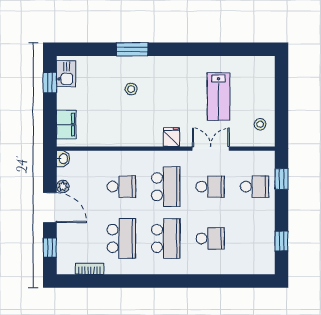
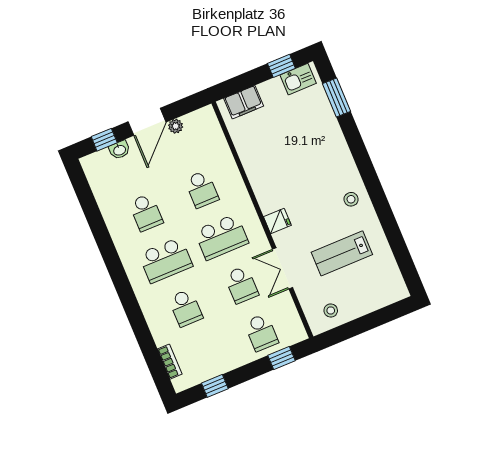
window: (132, 49) -> (337, 97), moved
stool: (131, 89) -> (351, 199), moved
double door: (211, 149) -> (282, 268), swing flipped
washbasin: (63, 159) -> (119, 150), moved
school desk: (121, 238) -> (146, 212), width x0.54
bookcase: (90, 269) -> (170, 362), moved

